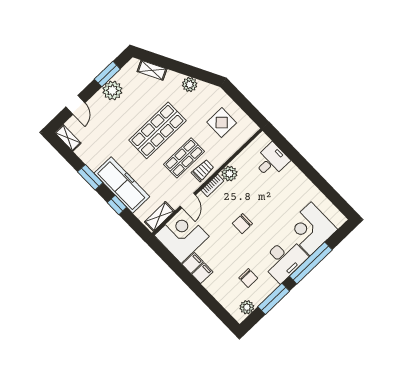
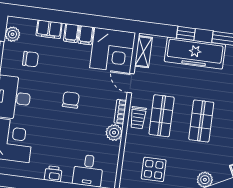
shop shelf: (157, 130) -> (201, 121), width x0.70, depth x0.74
printer: (299, 179) -> (53, 174), added
chair: (248, 278) -> (30, 59), turned 180
filing cabinet: (217, 289) -> (49, 29), added

